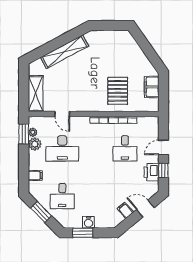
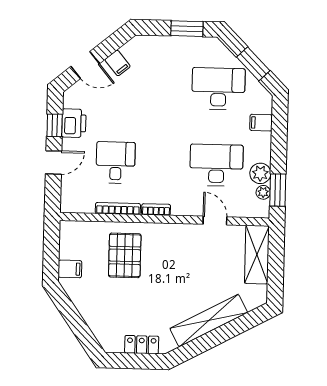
locker: (106, 36) -> (142, 345), added
filing cabinet: (152, 87) -> (70, 269), width x0.50
desk: (62, 196) -> (218, 89), width x1.37
water cooler: (88, 222) -> (177, 45), removed

